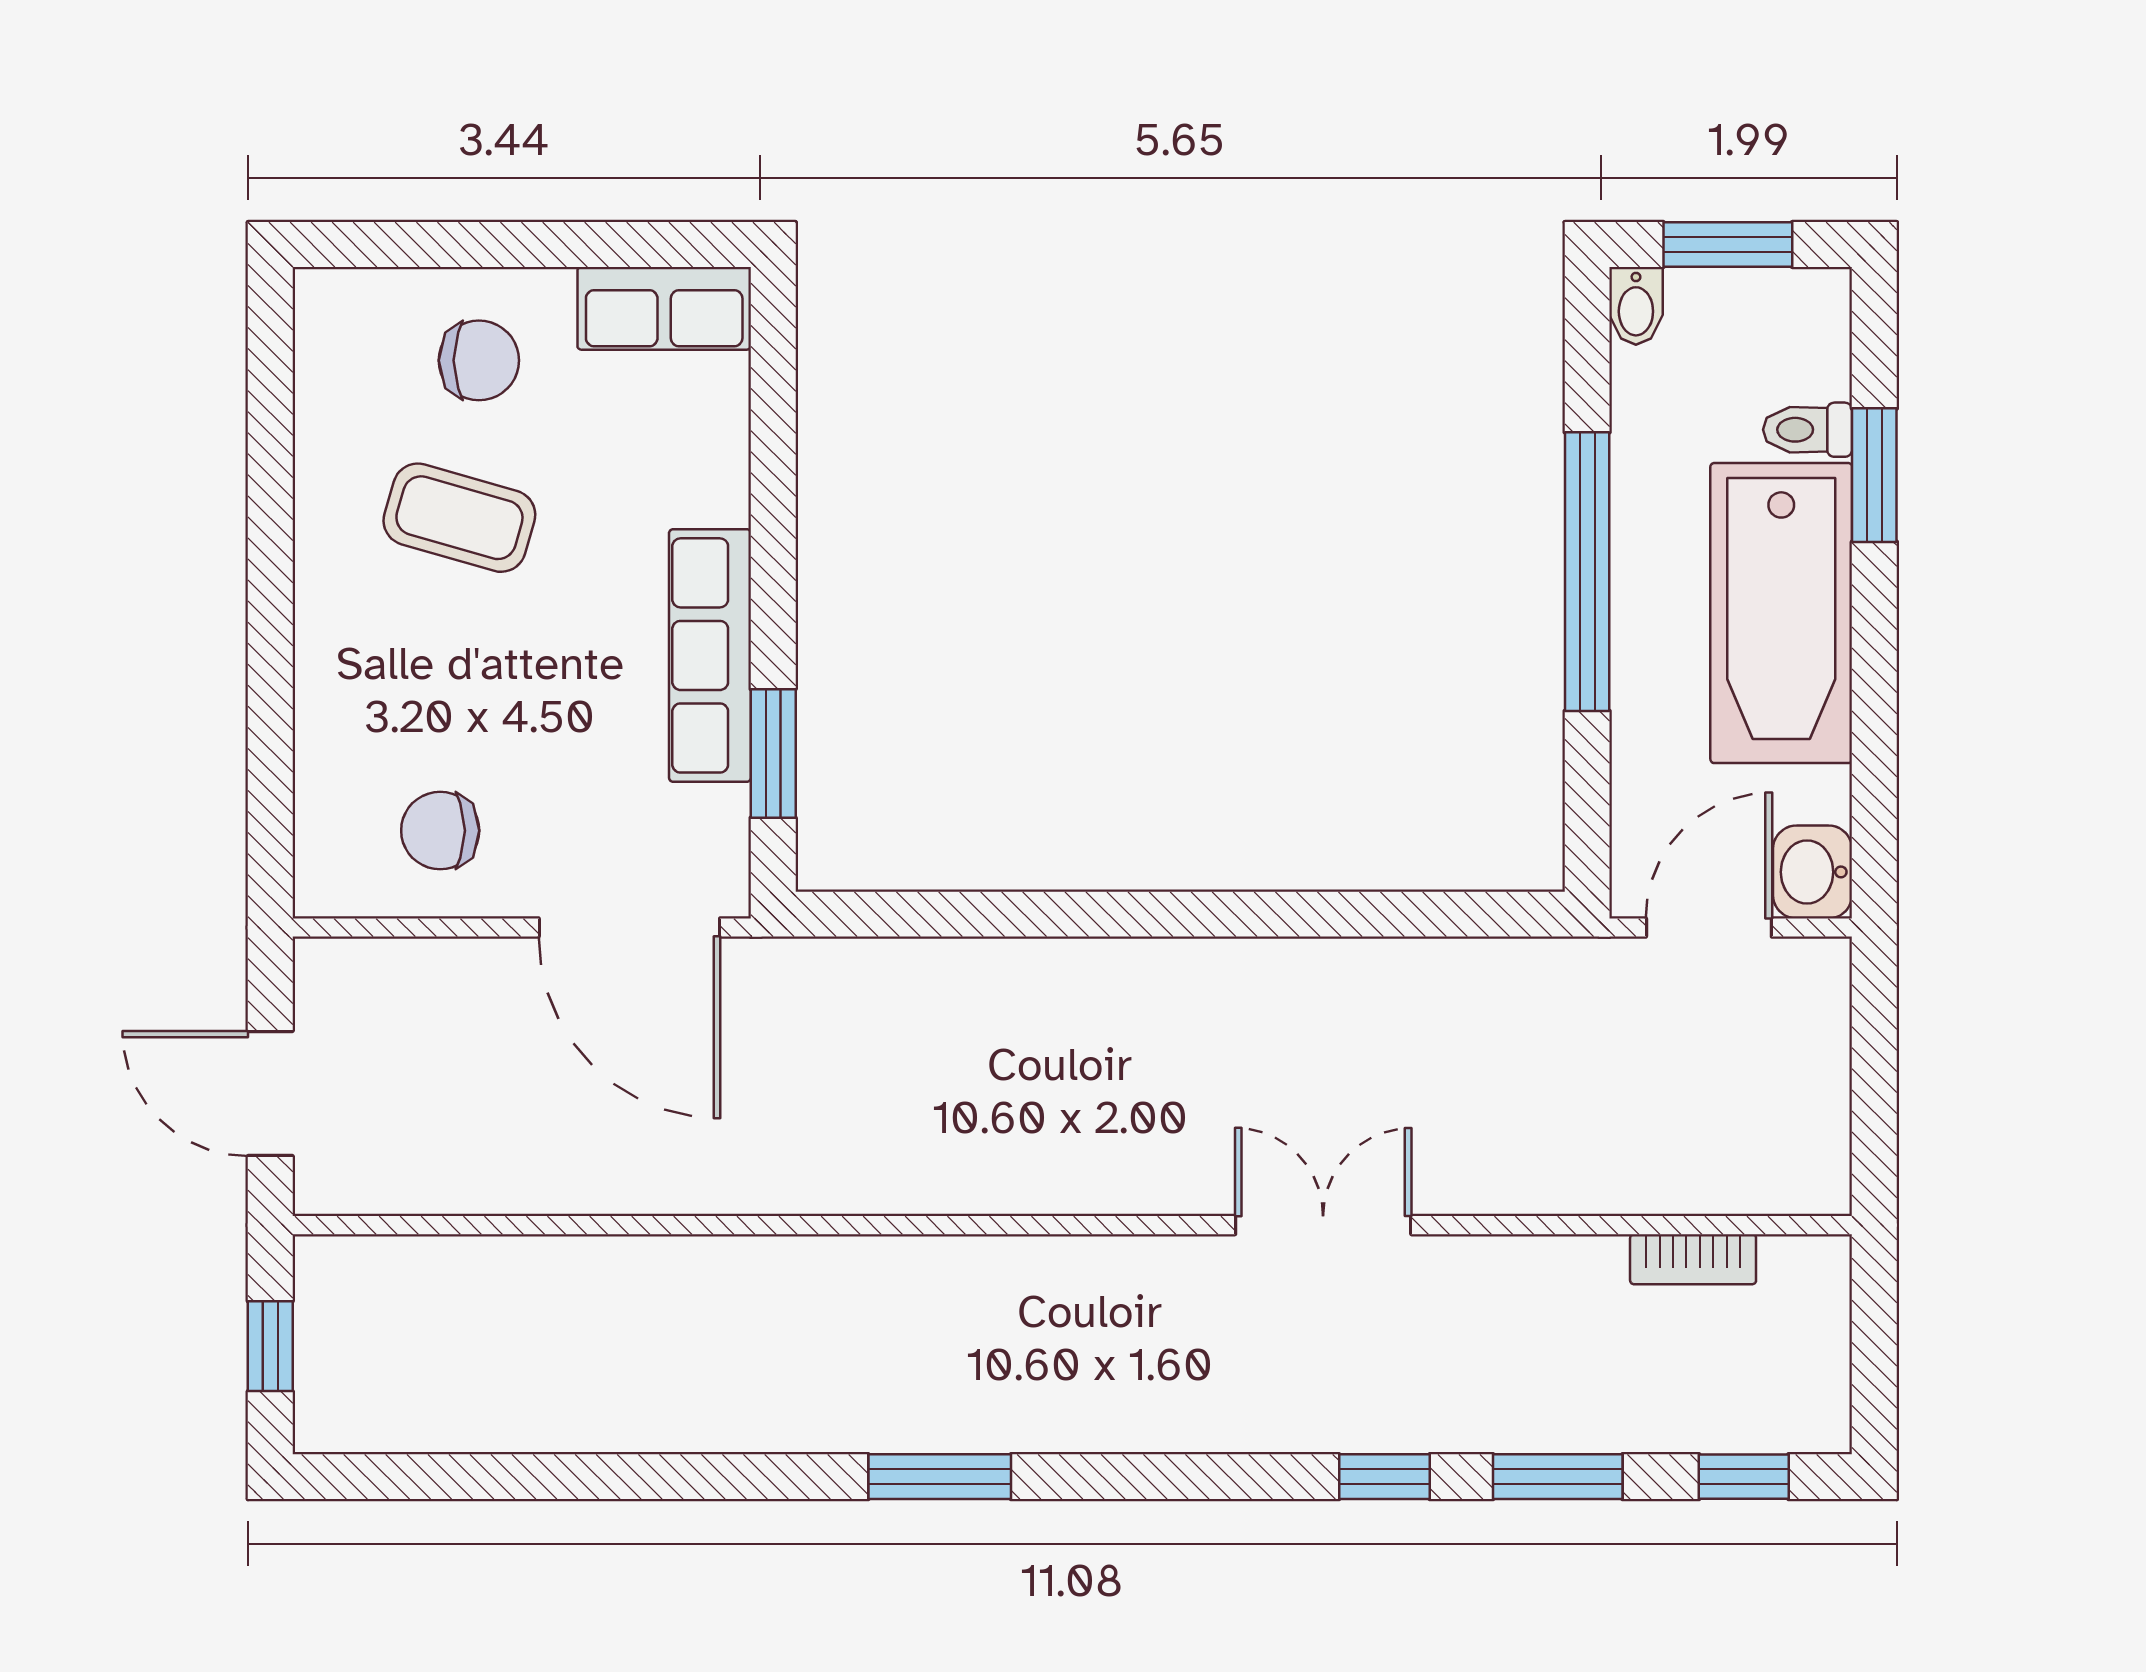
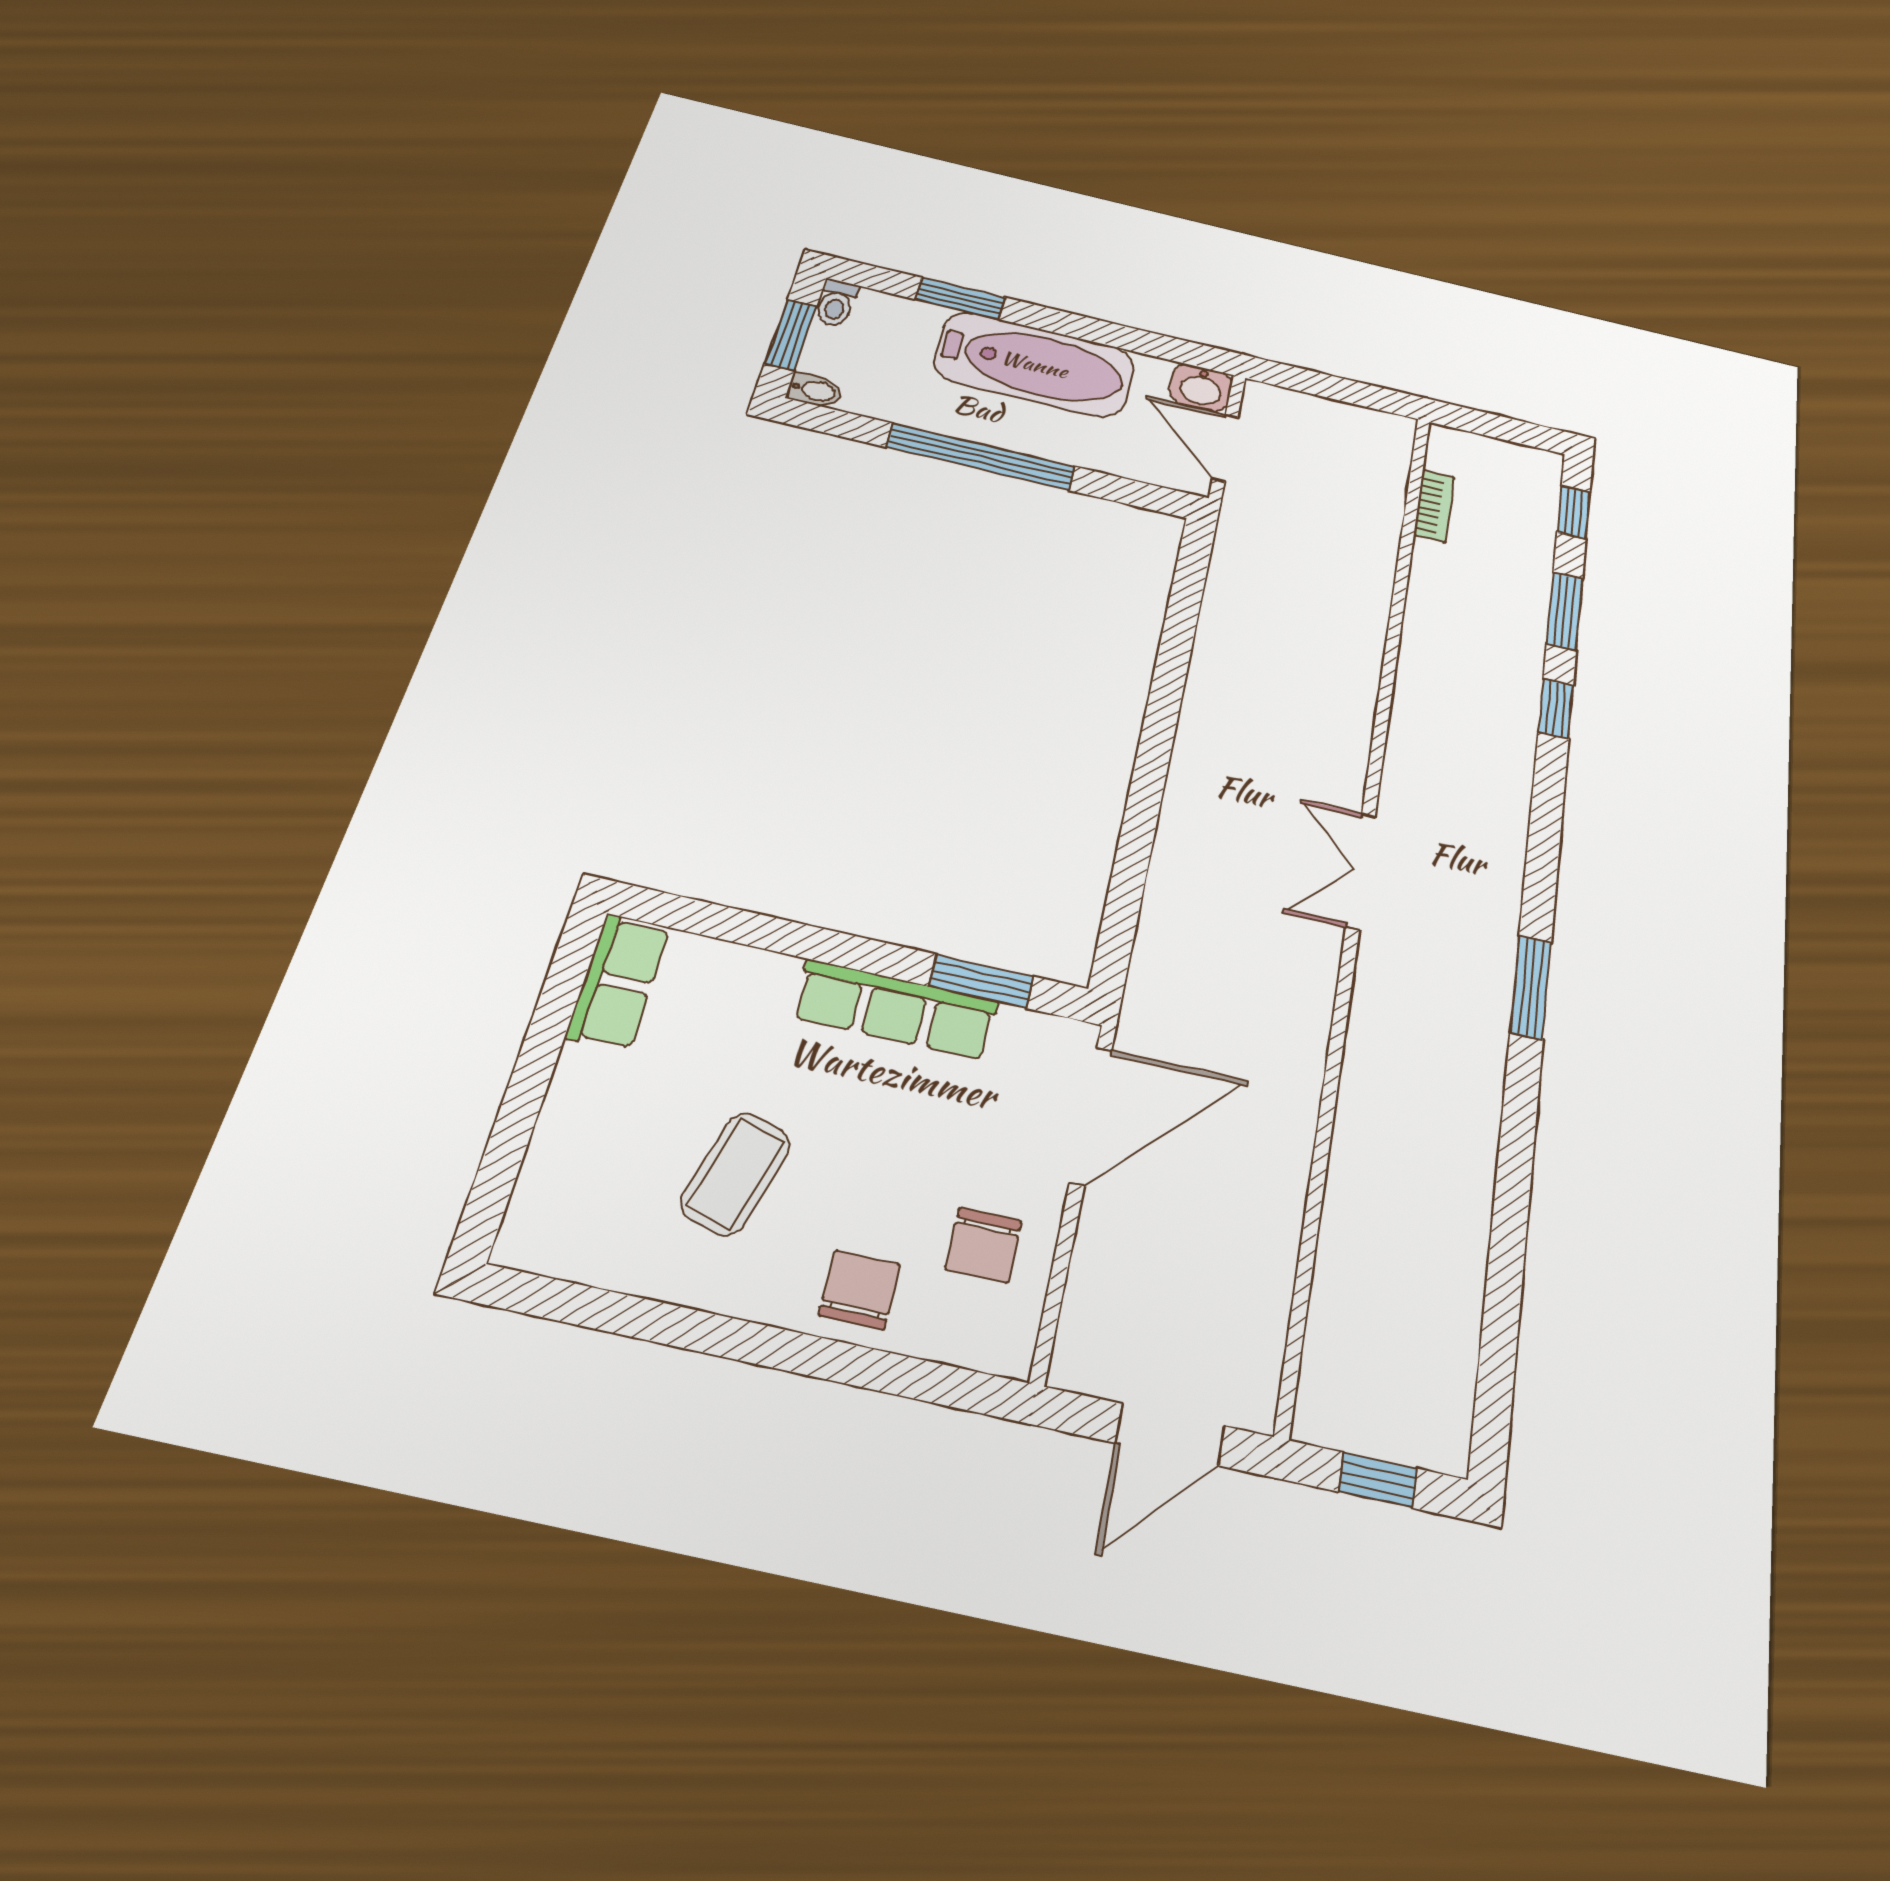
chair: (479, 360) -> (859, 1290), moved
toilet: (1808, 430) -> (836, 303), moved
double door: (1323, 1225) -> (1361, 871), moved

